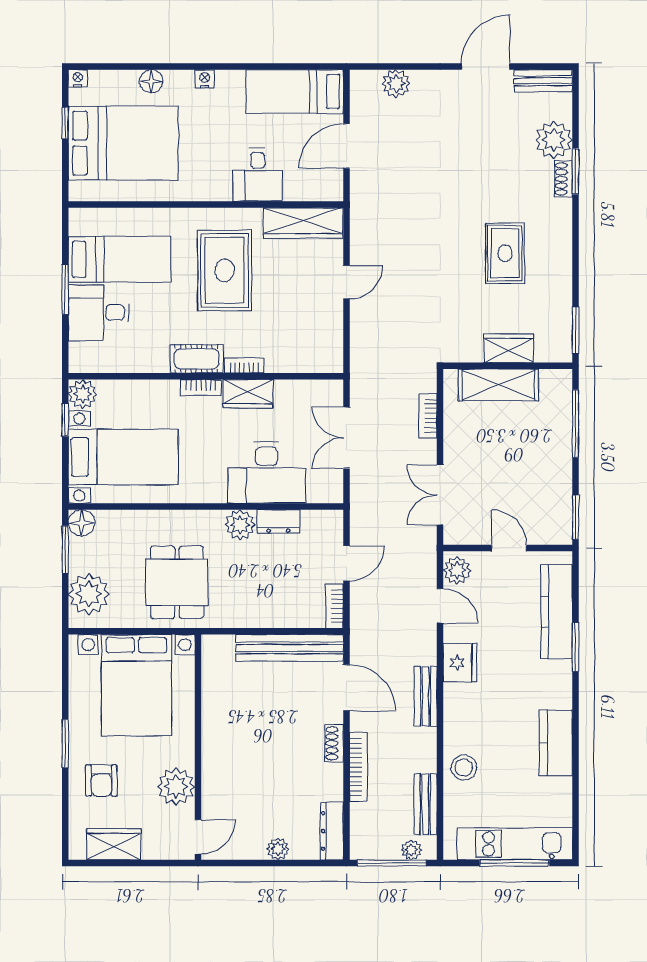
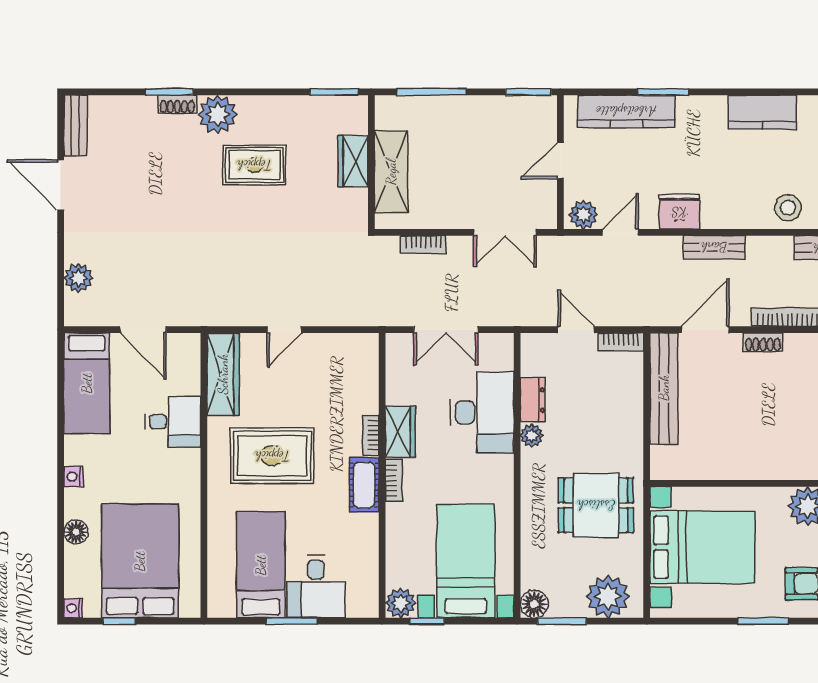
plant: (554, 140) -> (218, 114), moved
door: (346, 282) -> (284, 330), swing flipped
plant: (240, 525) -> (532, 436), width x0.73, depth x0.73

